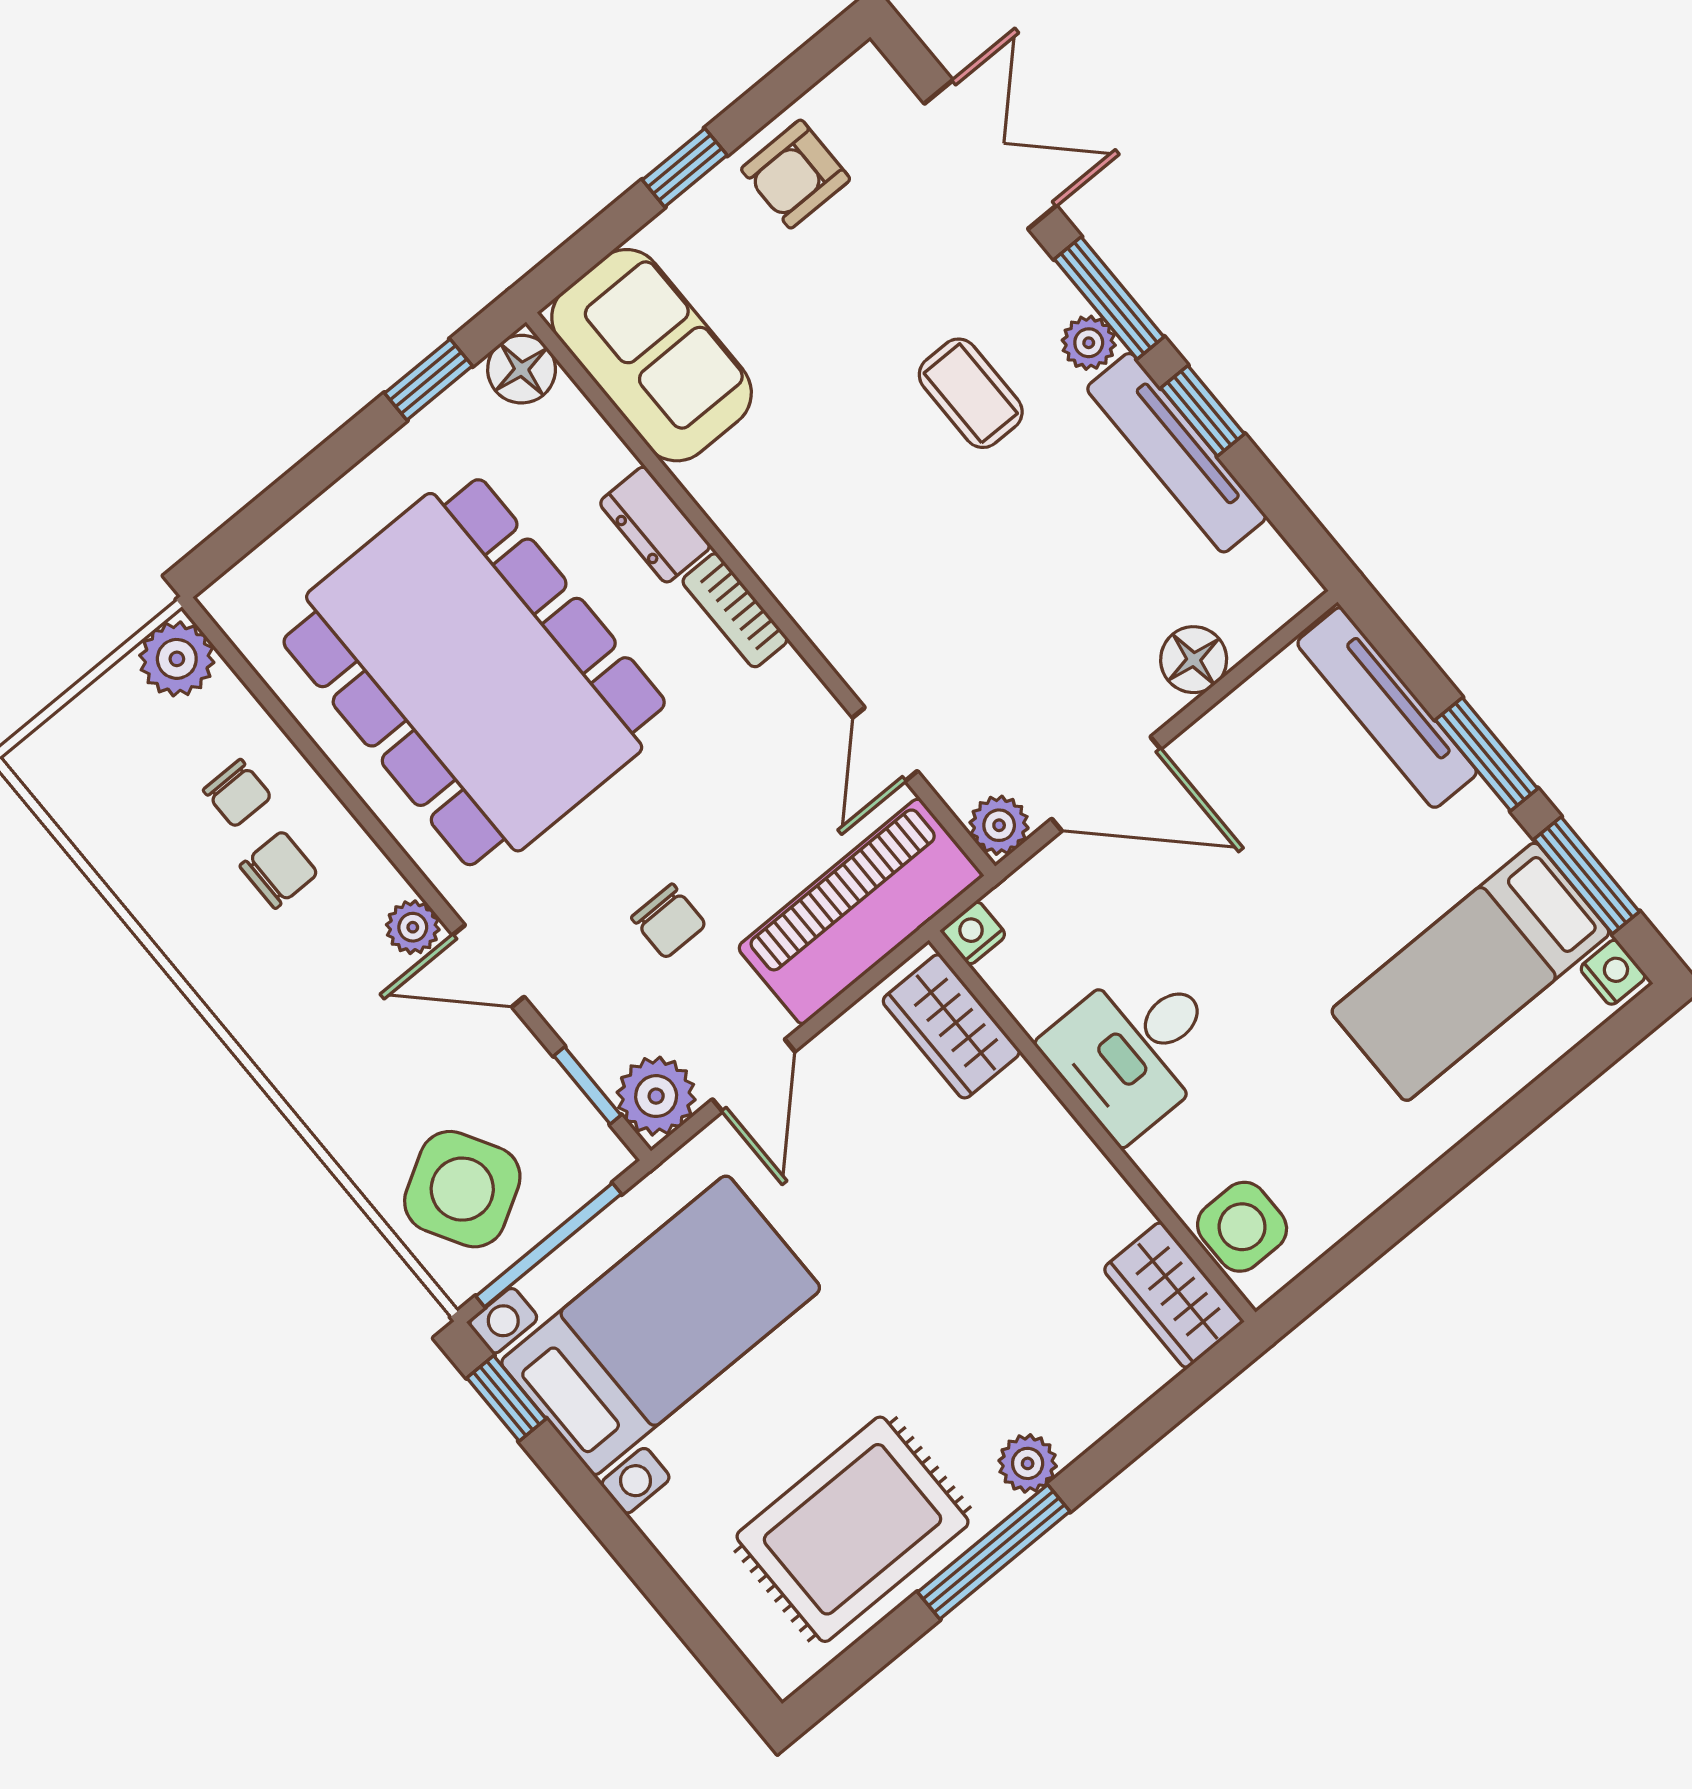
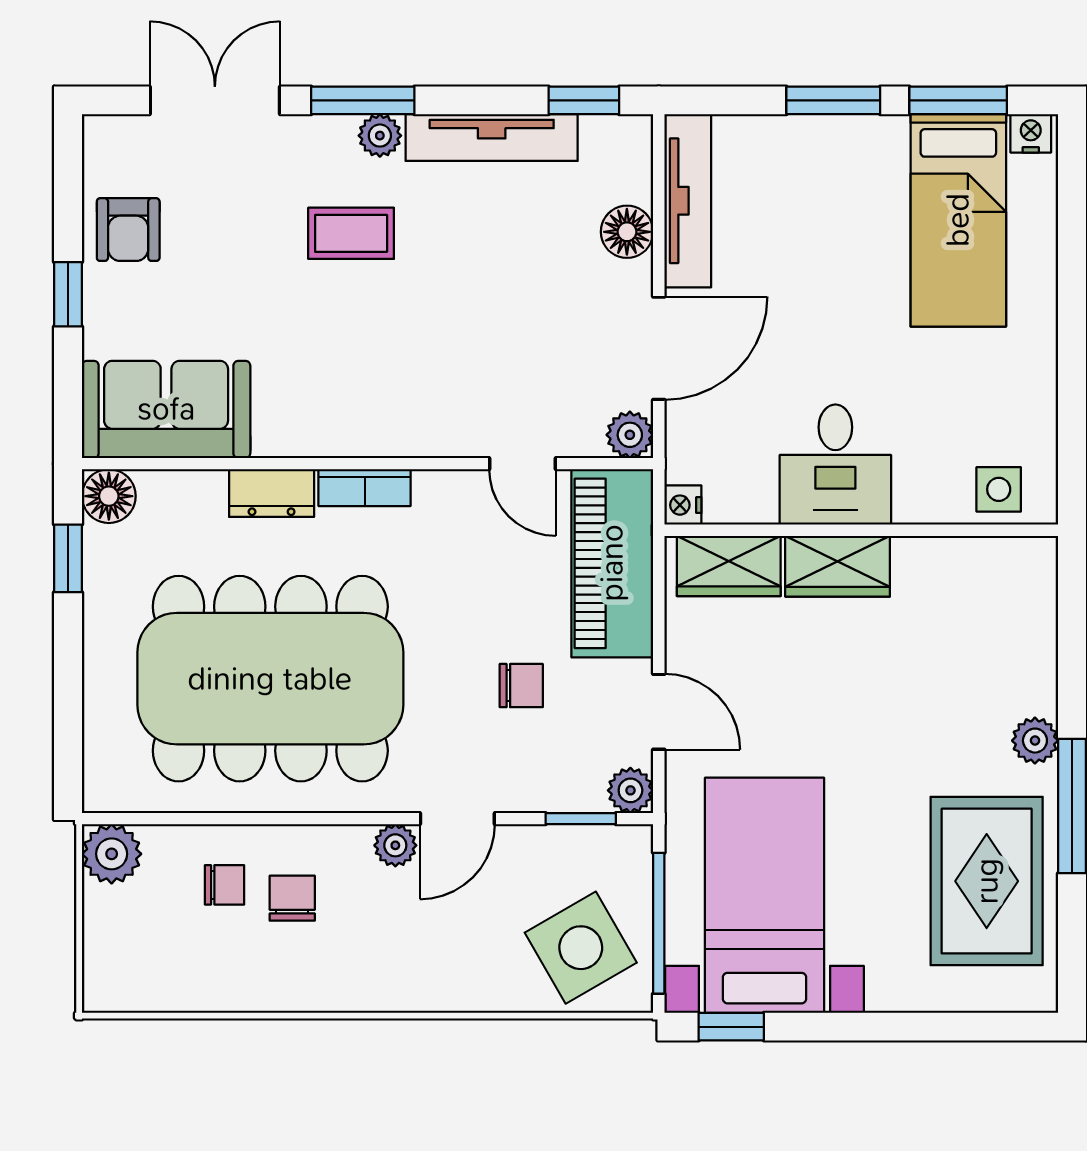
window: (1203, 411) -> (584, 100), moved
tv unit: (1387, 708) -> (688, 201), moved, turned -90
plant: (656, 1096) -> (630, 790), width x0.73, depth x0.73
side table: (1242, 1227) -> (999, 489), width x0.73, depth x0.73
wardrobe: (1173, 1295) -> (838, 566), moved

